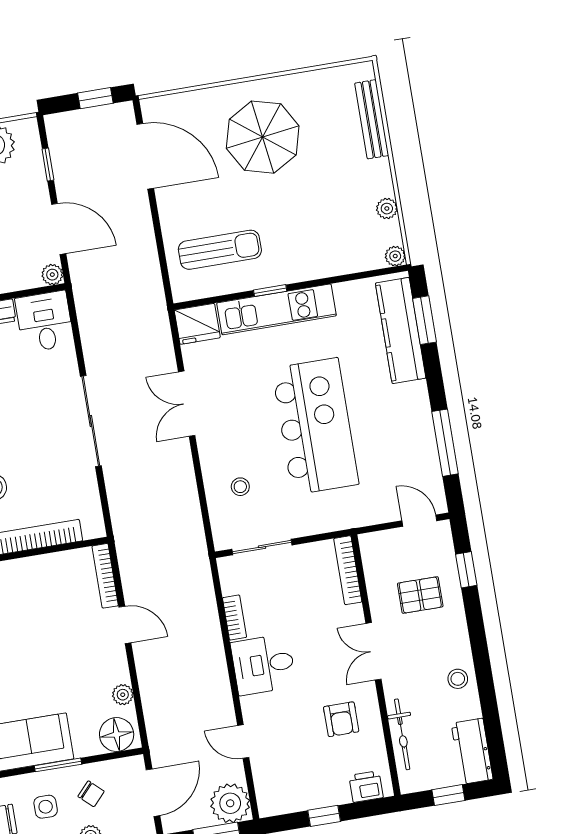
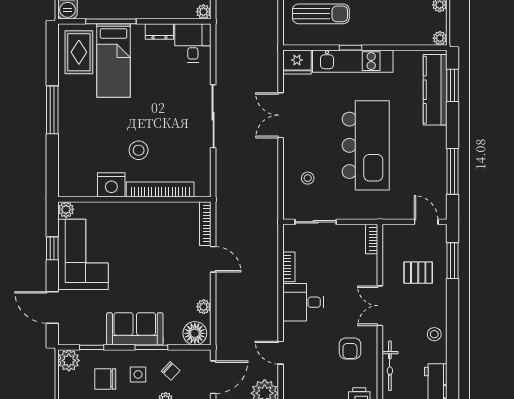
bookcase: (348, 570) -> (372, 239), width x0.64
window: (466, 570) -> (453, 261), width x1.50

